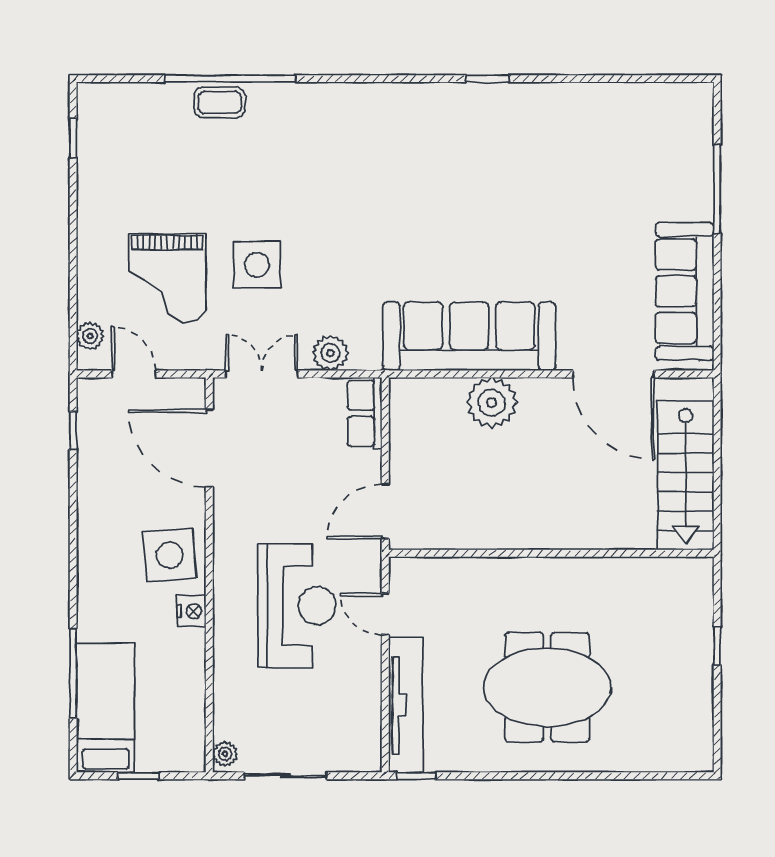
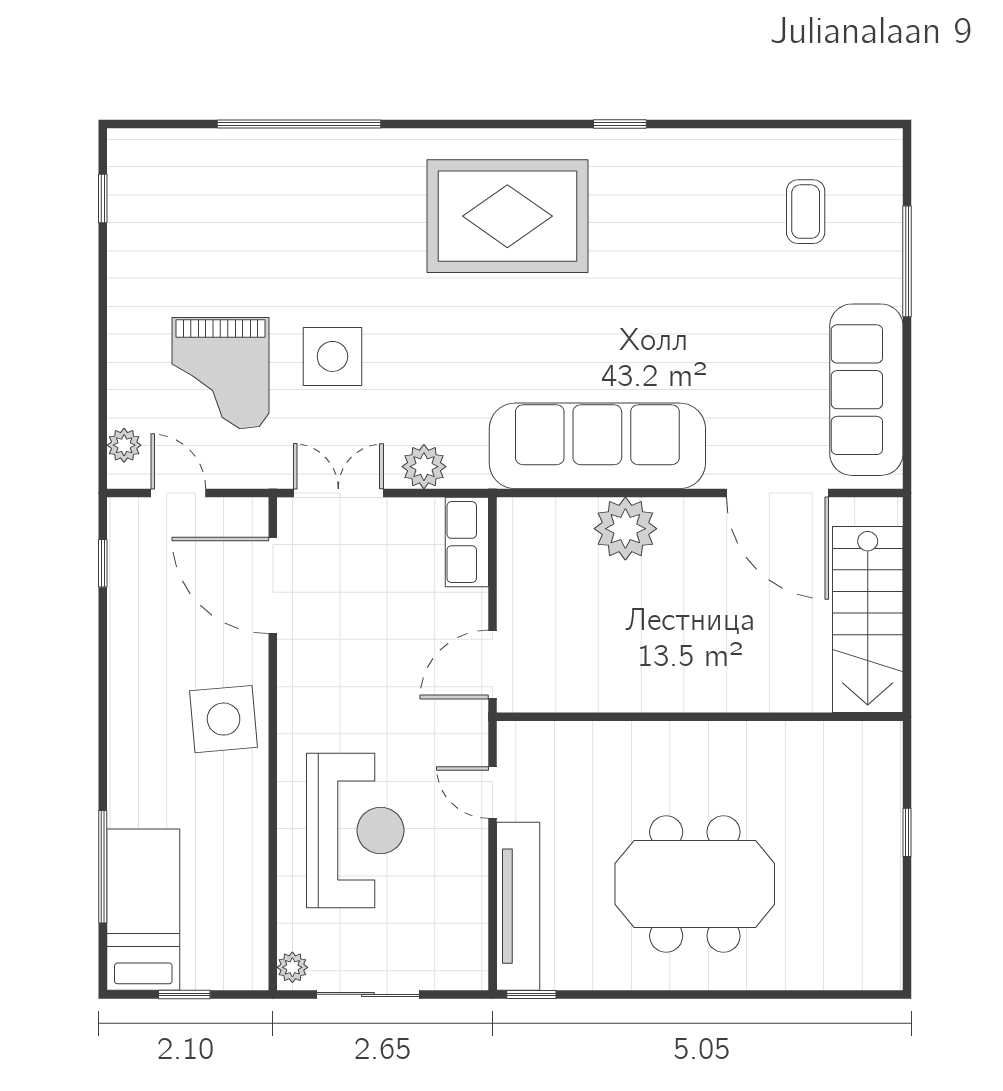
coffee table: (220, 103) -> (806, 212), moved, turned 90
rug: (397, 152) -> (507, 216), added
reception desk: (297, 606) -> (355, 831), moved
nightstand: (192, 611) -> (251, 789), removed

